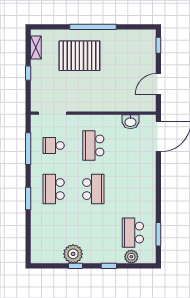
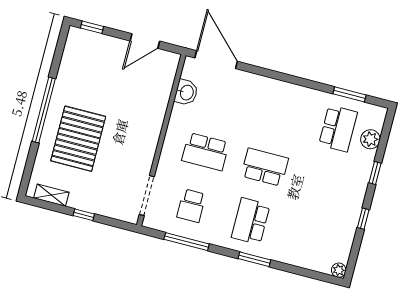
door: (158, 84) -> (145, 41), hinge flipped
school desk: (54, 189) -> (251, 221), turned 90
school desk: (133, 233) -> (338, 129), turned -90
plant: (73, 254) -> (339, 270), moved, width x0.53, depth x0.53

